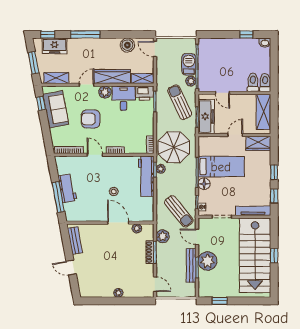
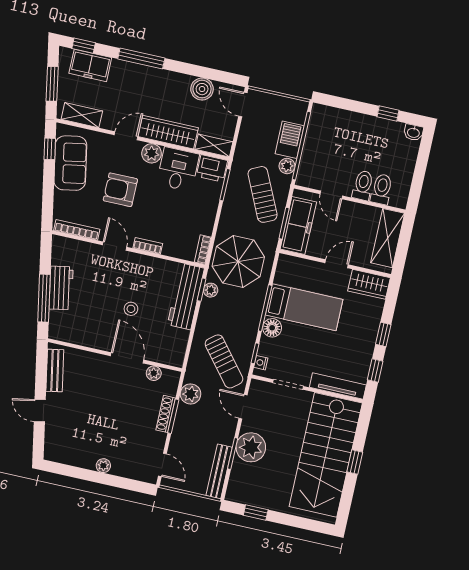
toilet: (265, 83) -> (363, 185), moved
bench: (191, 265) -> (219, 471), moved

